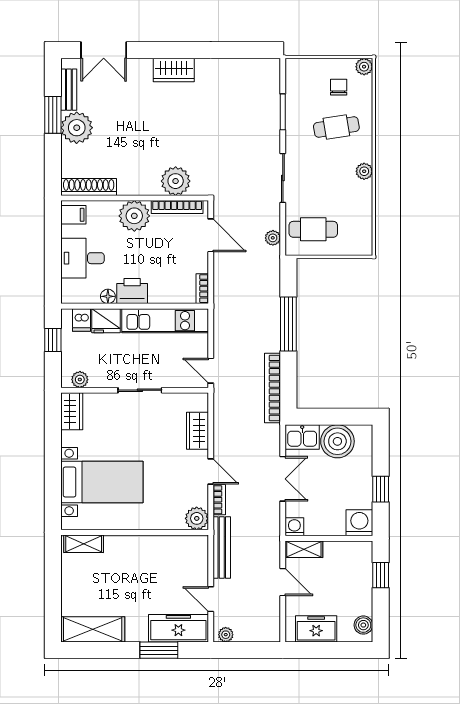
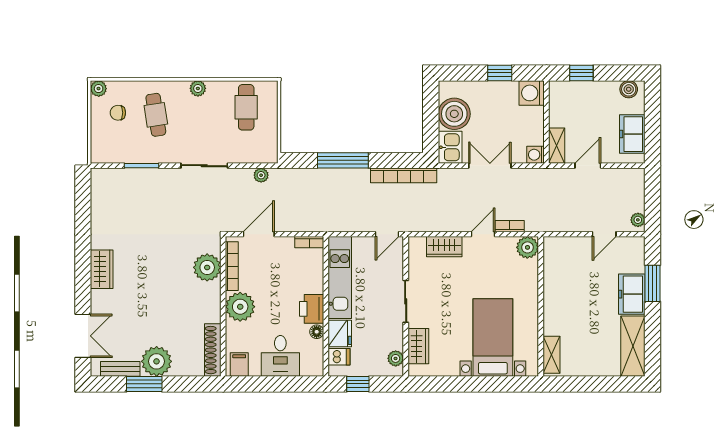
cafe table: (313, 229) -> (246, 107), moved
wardrobe: (72, 411) -> (418, 346), moved, turned 90
bench: (222, 547) -> (555, 224), removed
freezer: (178, 628) -> (632, 294), moved, width x0.71

